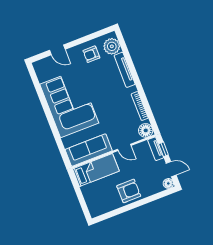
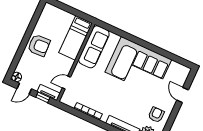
door: (57, 50) -> (183, 95), hinge flipped
floor lamp: (146, 130) -> (68, 98), removed
door: (124, 147) -> (66, 83), moved
armchair: (129, 191) -> (39, 45), turned -93

